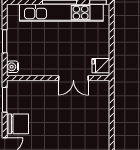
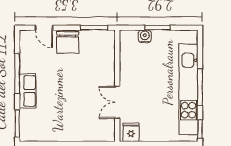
water cooler: (13, 67) -> (145, 36), moved

